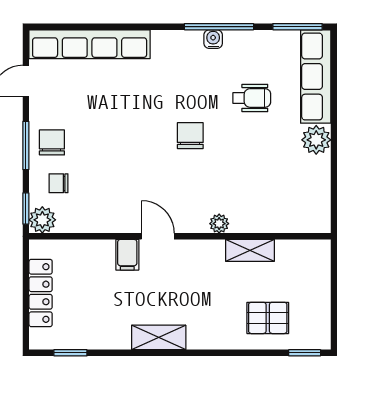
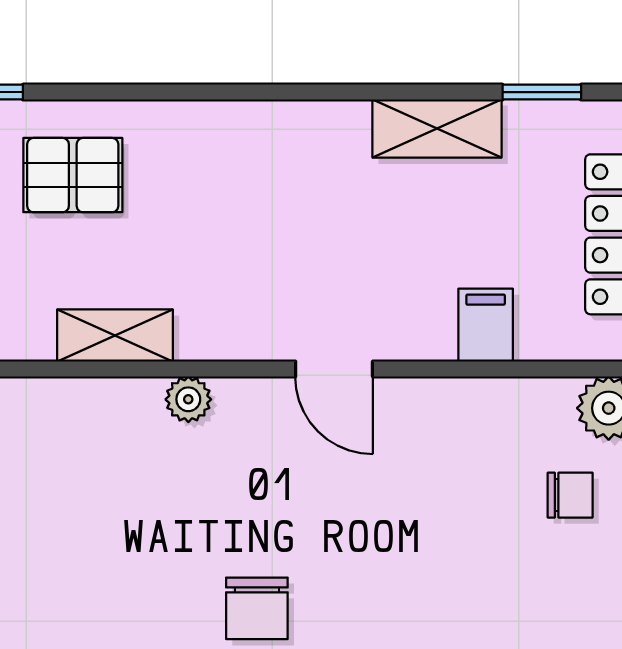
chair: (52, 142) -> (586, 592), removed
filing cabinet: (127, 255) -> (486, 325), moved
shelving: (159, 337) -> (437, 129), moved

